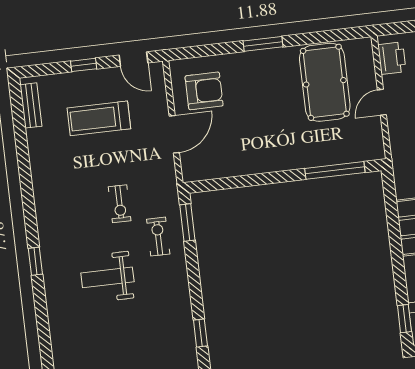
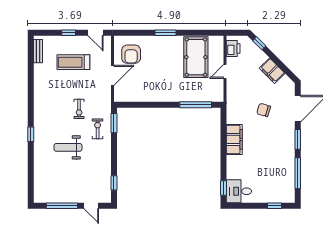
armchair: (204, 91) -> (131, 54), turned 90

